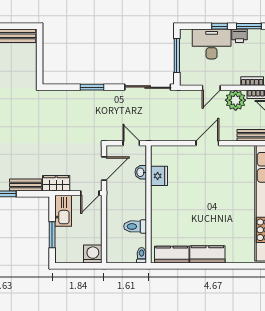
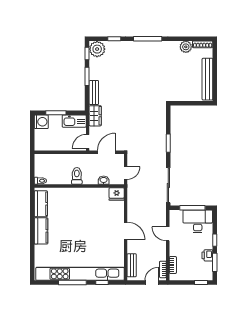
desk: (212, 44) -> (198, 221), moved, turned -90
plant: (236, 100) -> (158, 252), removed
door: (104, 169) -> (106, 152), swing flipped
fridge: (159, 176) -> (117, 194), moved
door: (90, 193) -> (88, 141), hinge flipped
toilet: (135, 226) -> (77, 176), moved
washing machine: (93, 254) -> (41, 122), moved

